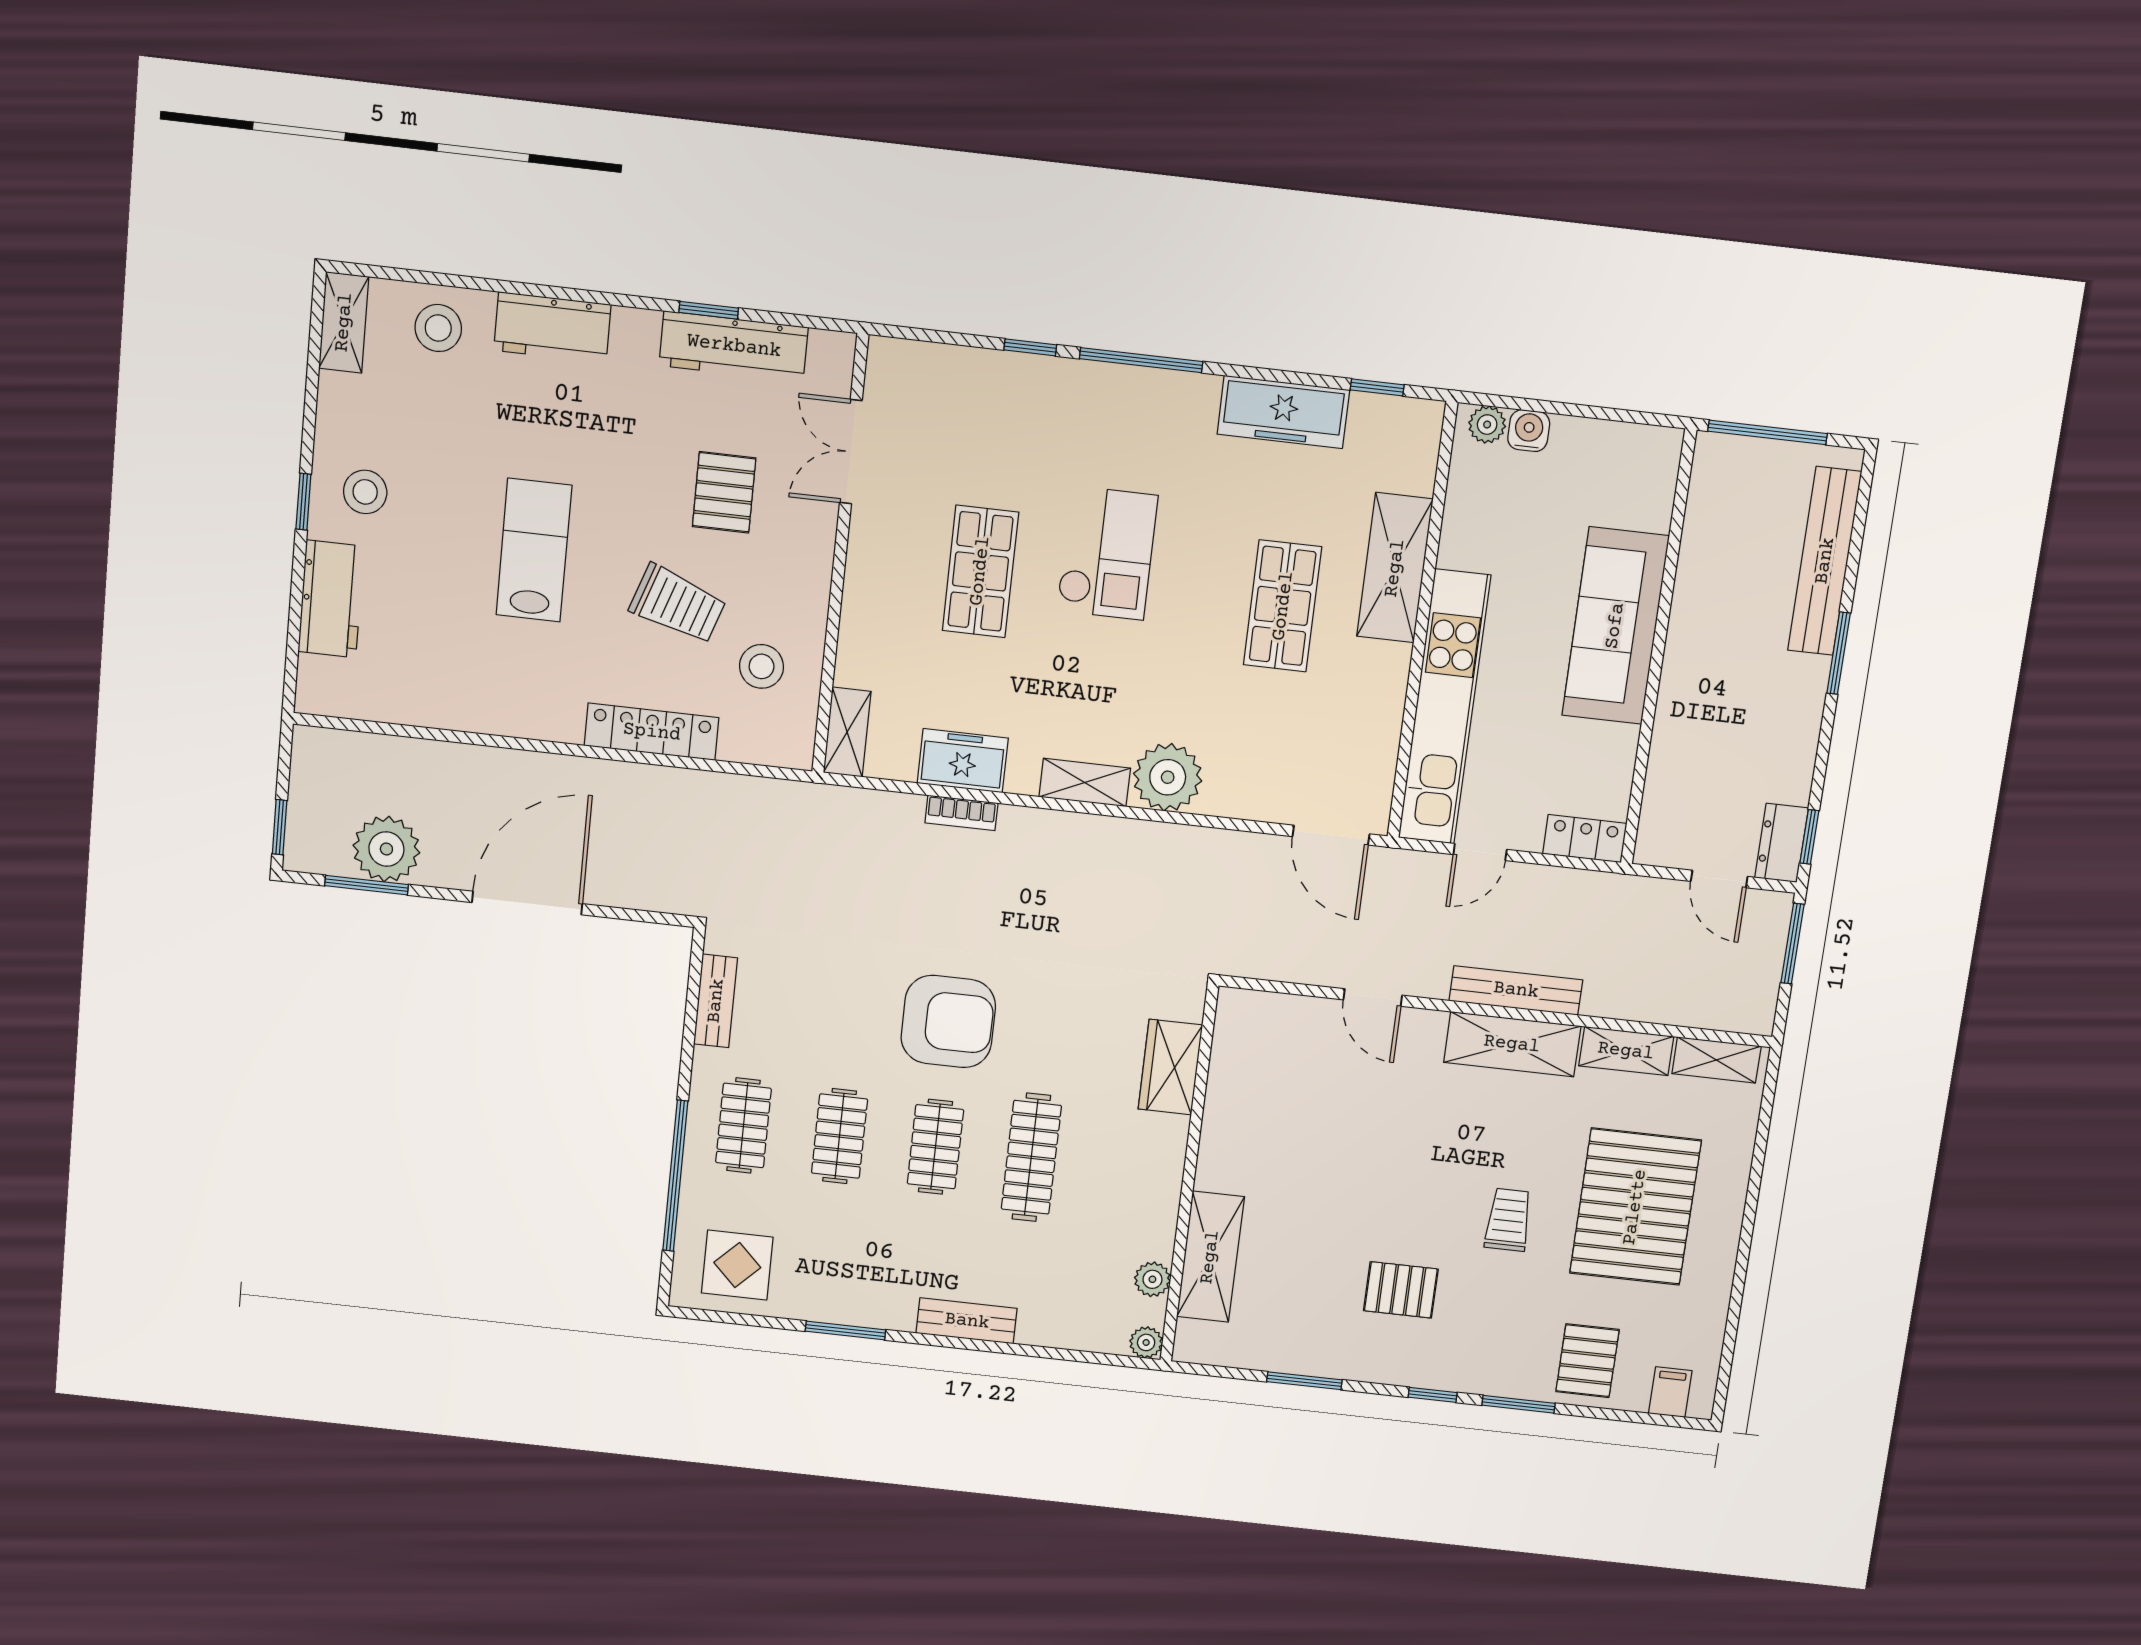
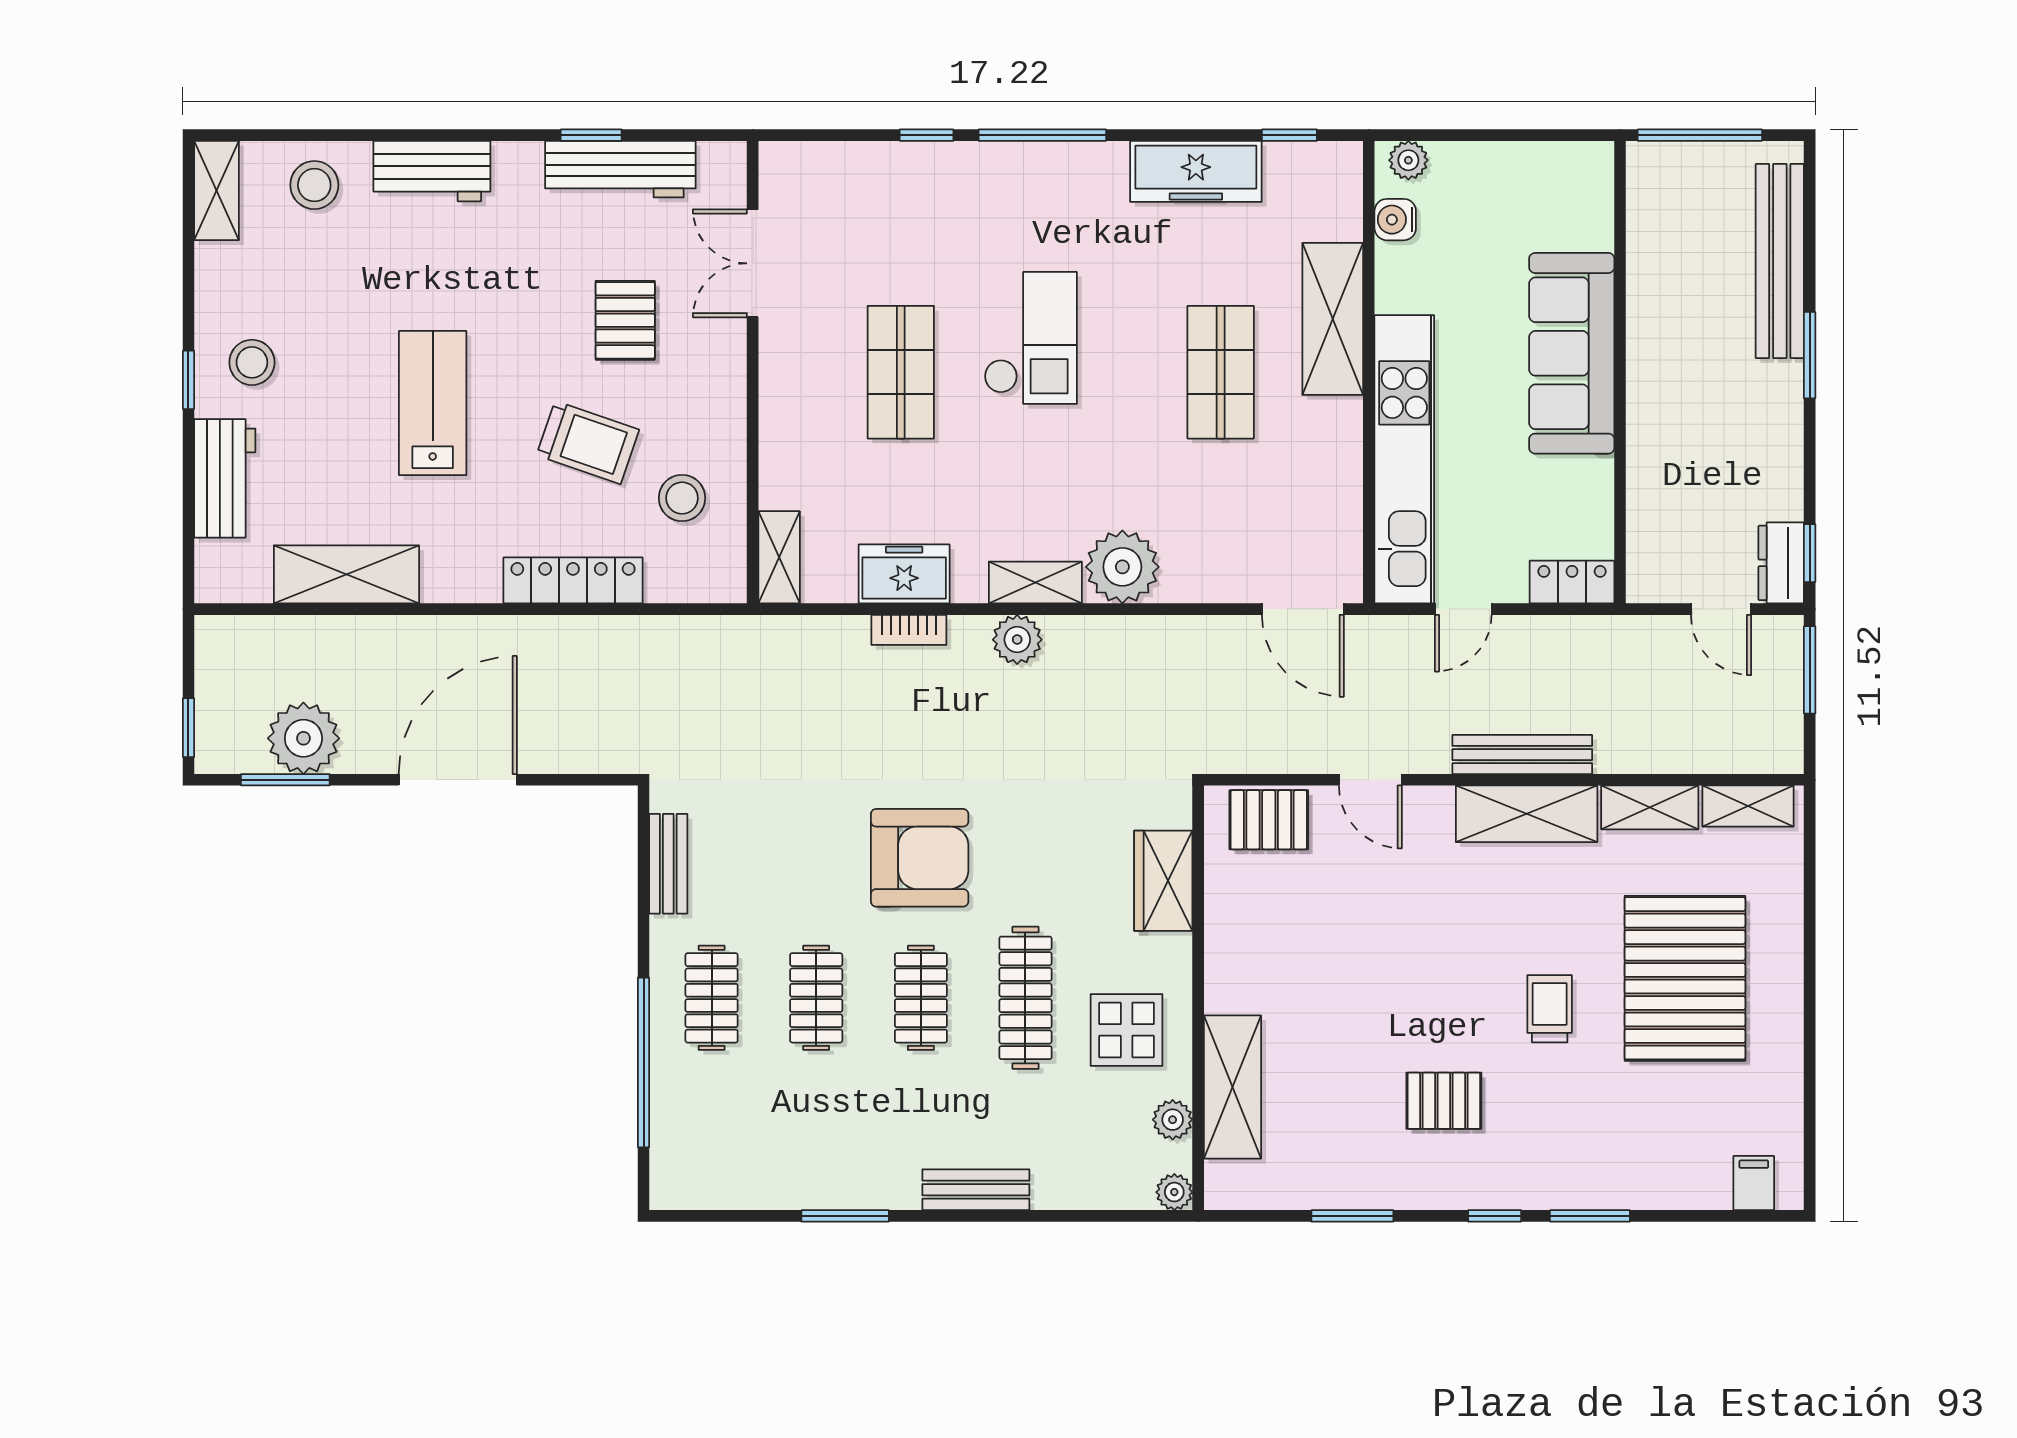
water cooler: (1529, 431) -> (1395, 220), moved, turned -90
shelving: (439, 702) -> (346, 574), added
plant: (1061, 833) -> (1017, 640), added
display table: (737, 1265) -> (1127, 1030), moved
pallet: (1588, 1361) -> (1269, 820), moved, turned 90

